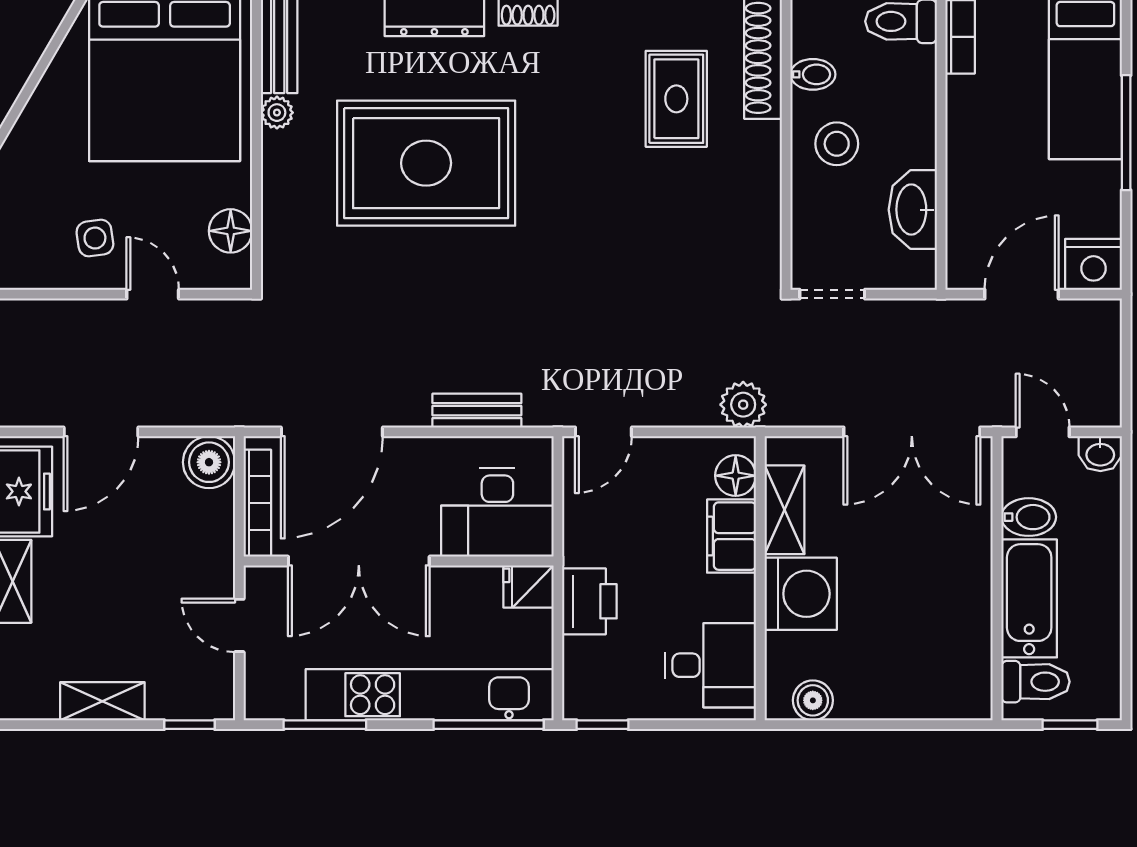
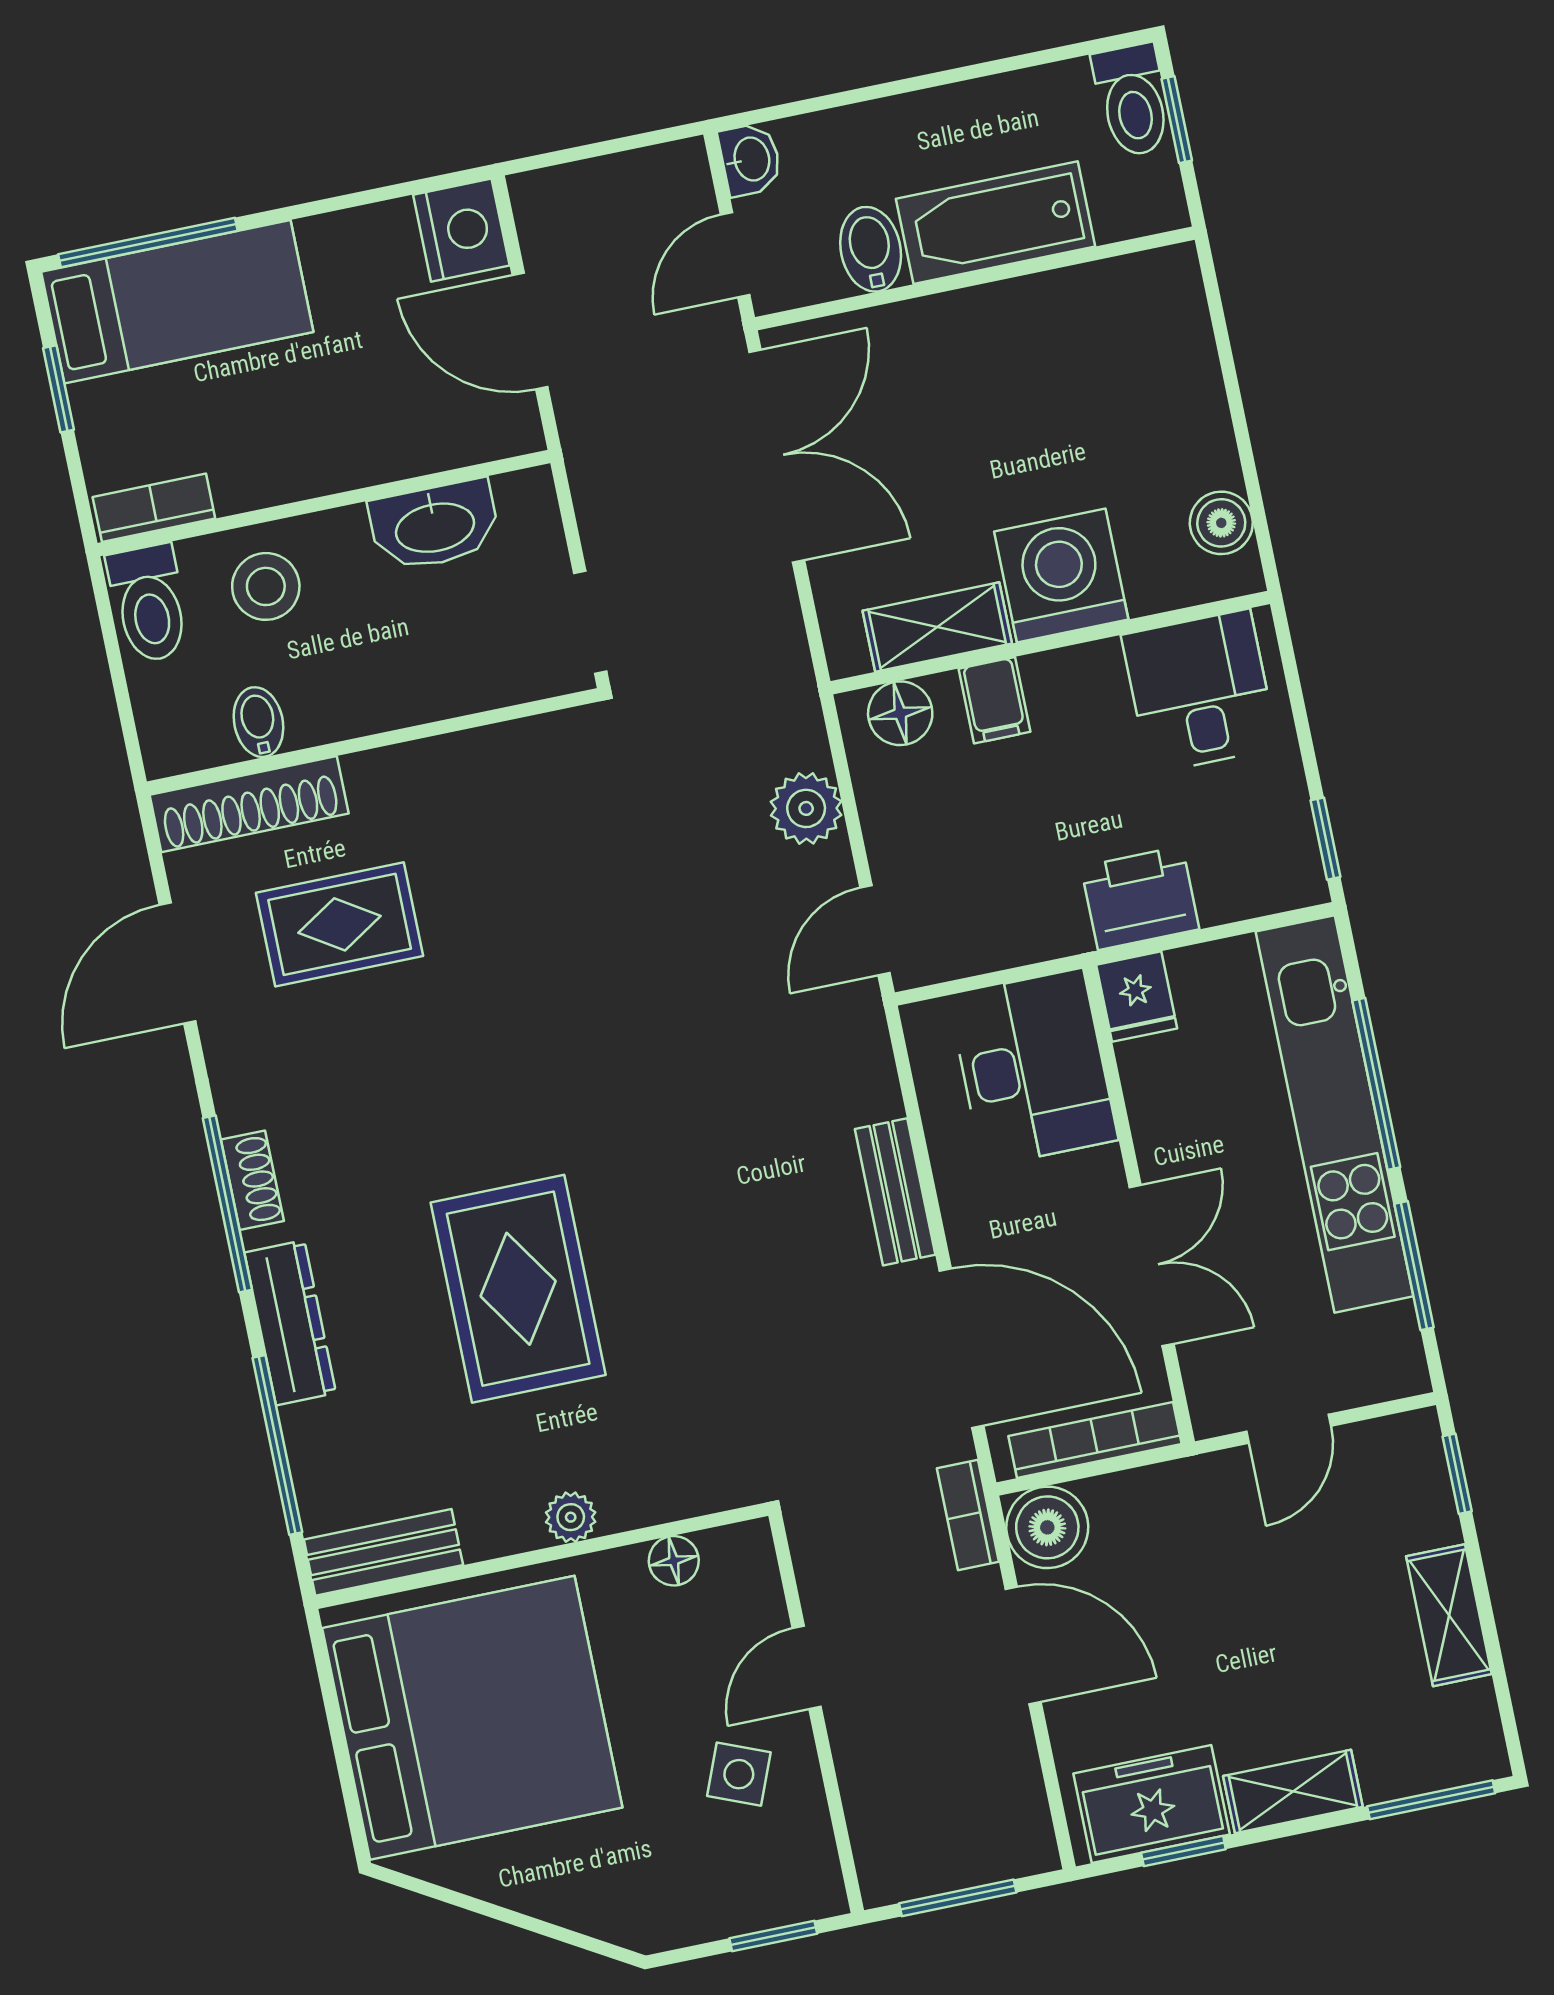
plant: (277, 113) -> (571, 1517), moved
window: (1126, 133) -> (148, 243), moved
stool: (837, 144) -> (266, 586), moved
rug: (426, 163) -> (518, 1289), width x0.73, depth x0.69
floor lamp: (231, 231) -> (674, 1561), width x0.73, depth x0.73
side table: (95, 238) -> (739, 1774), turned 30
plant: (743, 405) -> (806, 808), moved
bench: (477, 411) -> (895, 1192), moved
bookcase: (227, 414) -> (968, 1515), added
door: (101, 432) -> (1023, 1645), moved
door: (603, 432) -> (875, 930), swing flipped
filing cabinet: (731, 536) -> (995, 700), width x0.50
double door: (359, 561) -> (1152, 1265), width x0.73
toilet: (1036, 682) -> (1132, 100), moved, turned 180
window: (489, 725) -> (1376, 1084), moved

